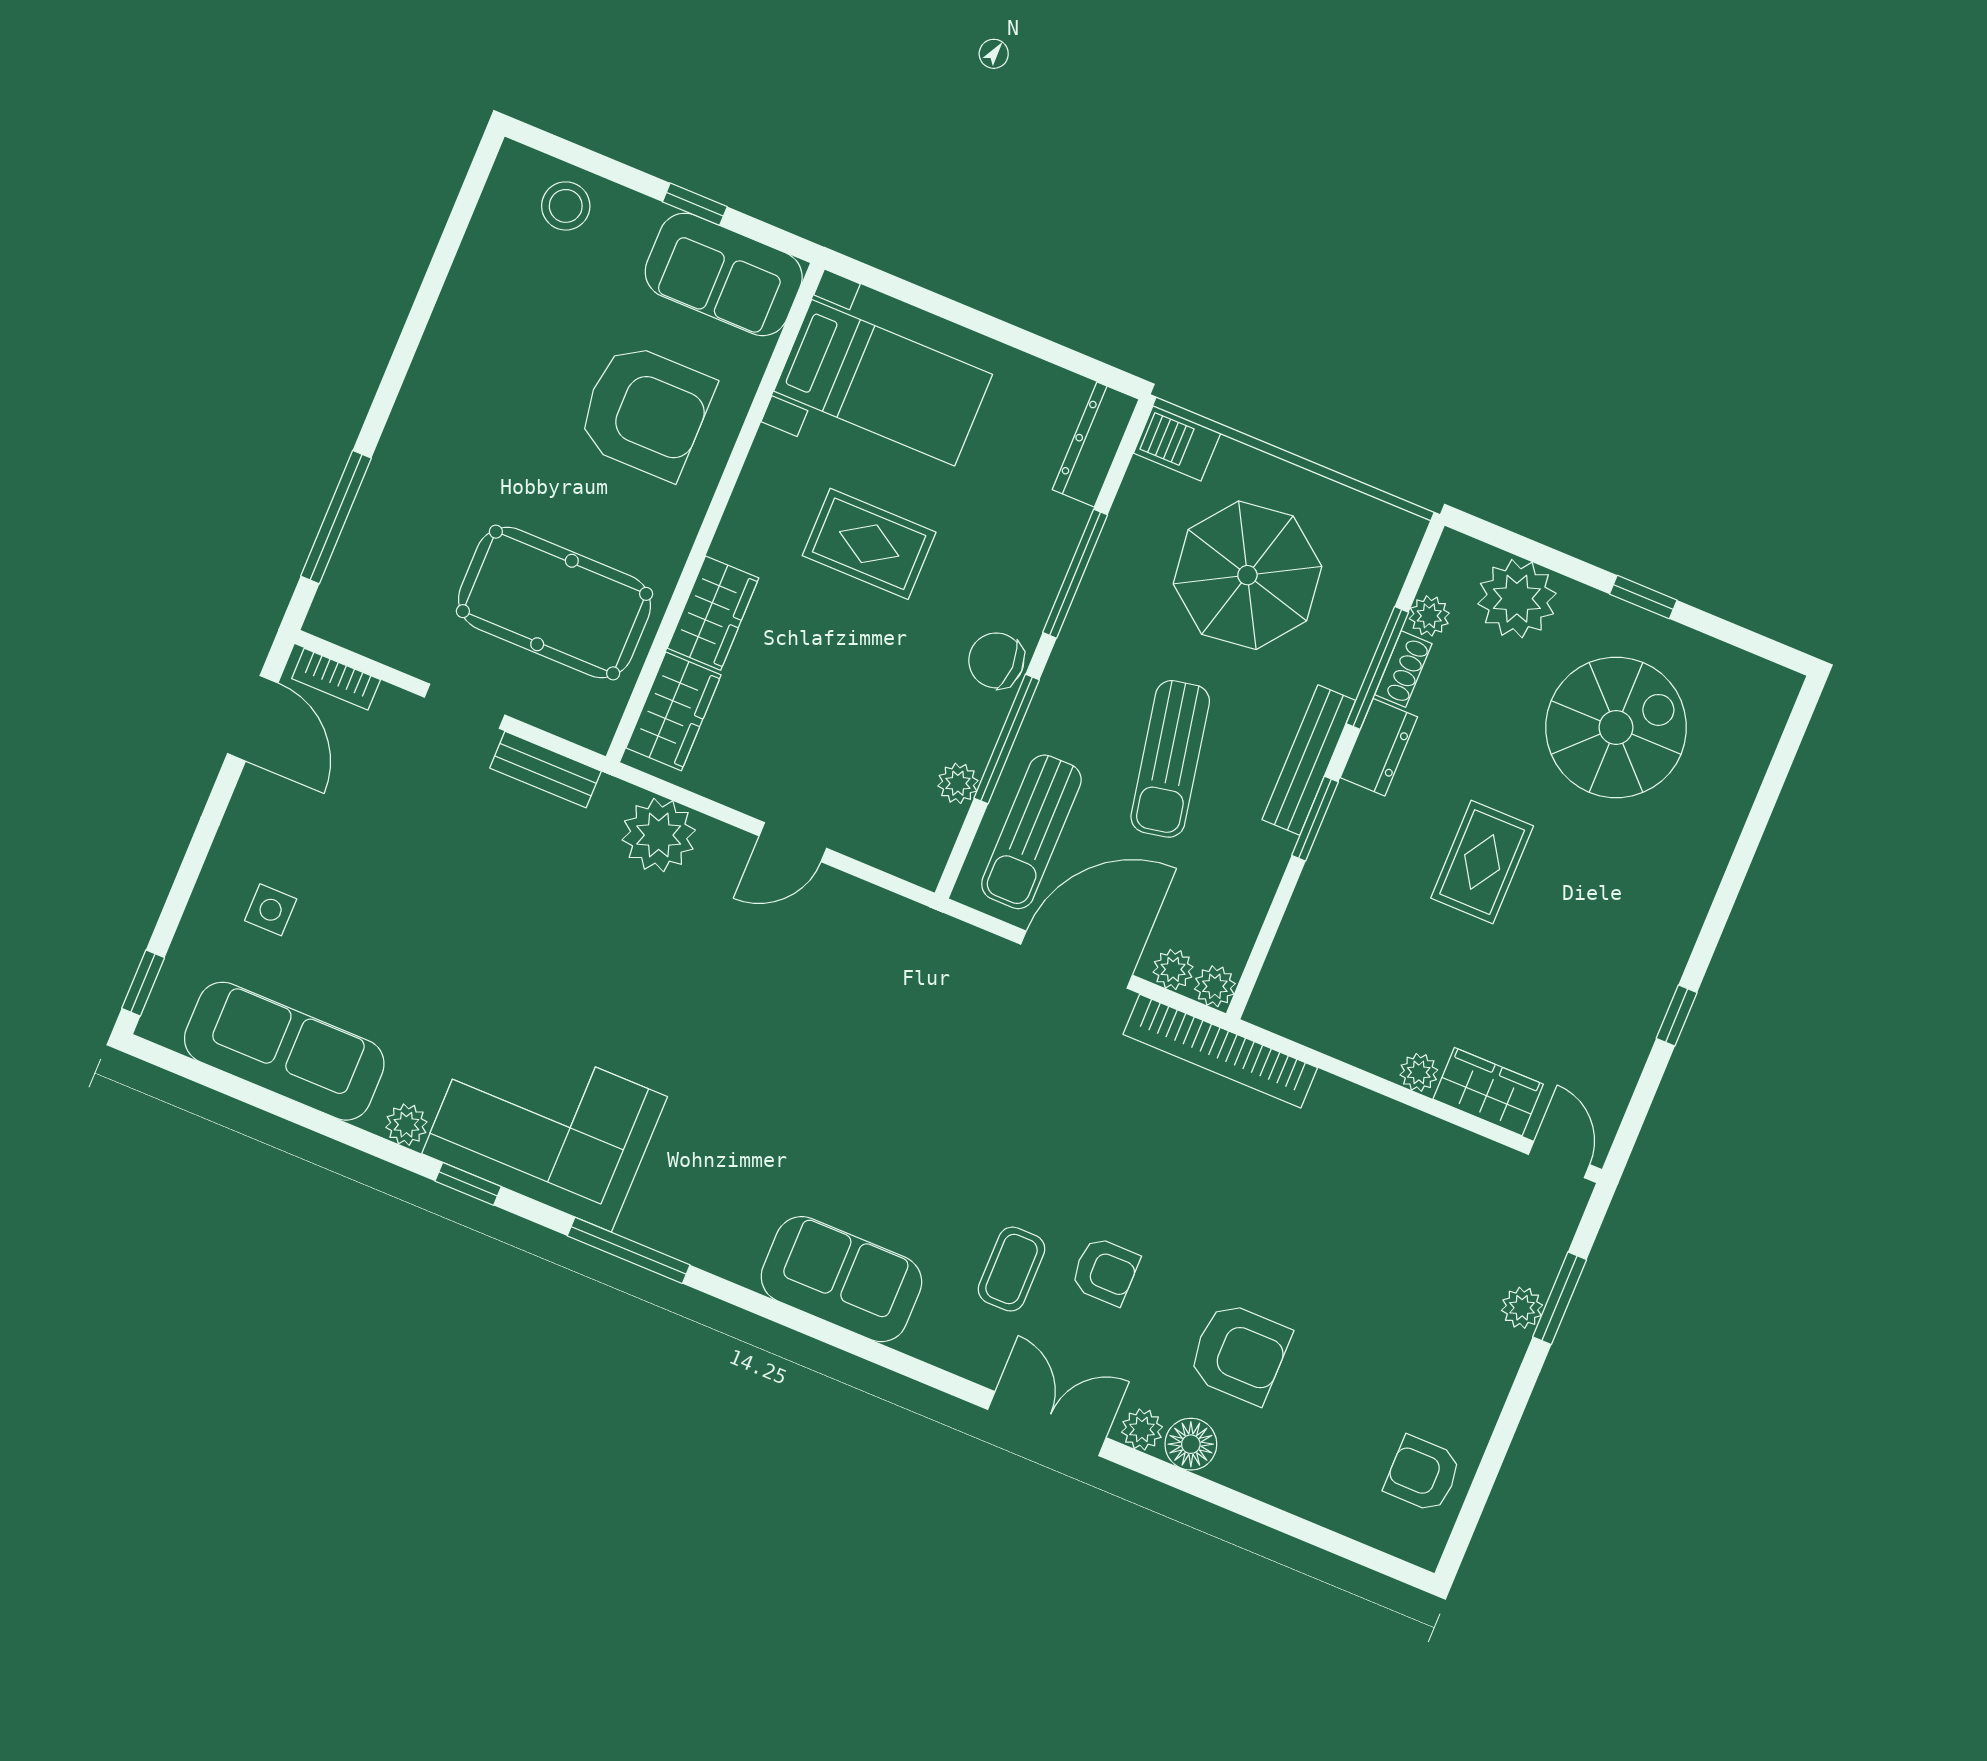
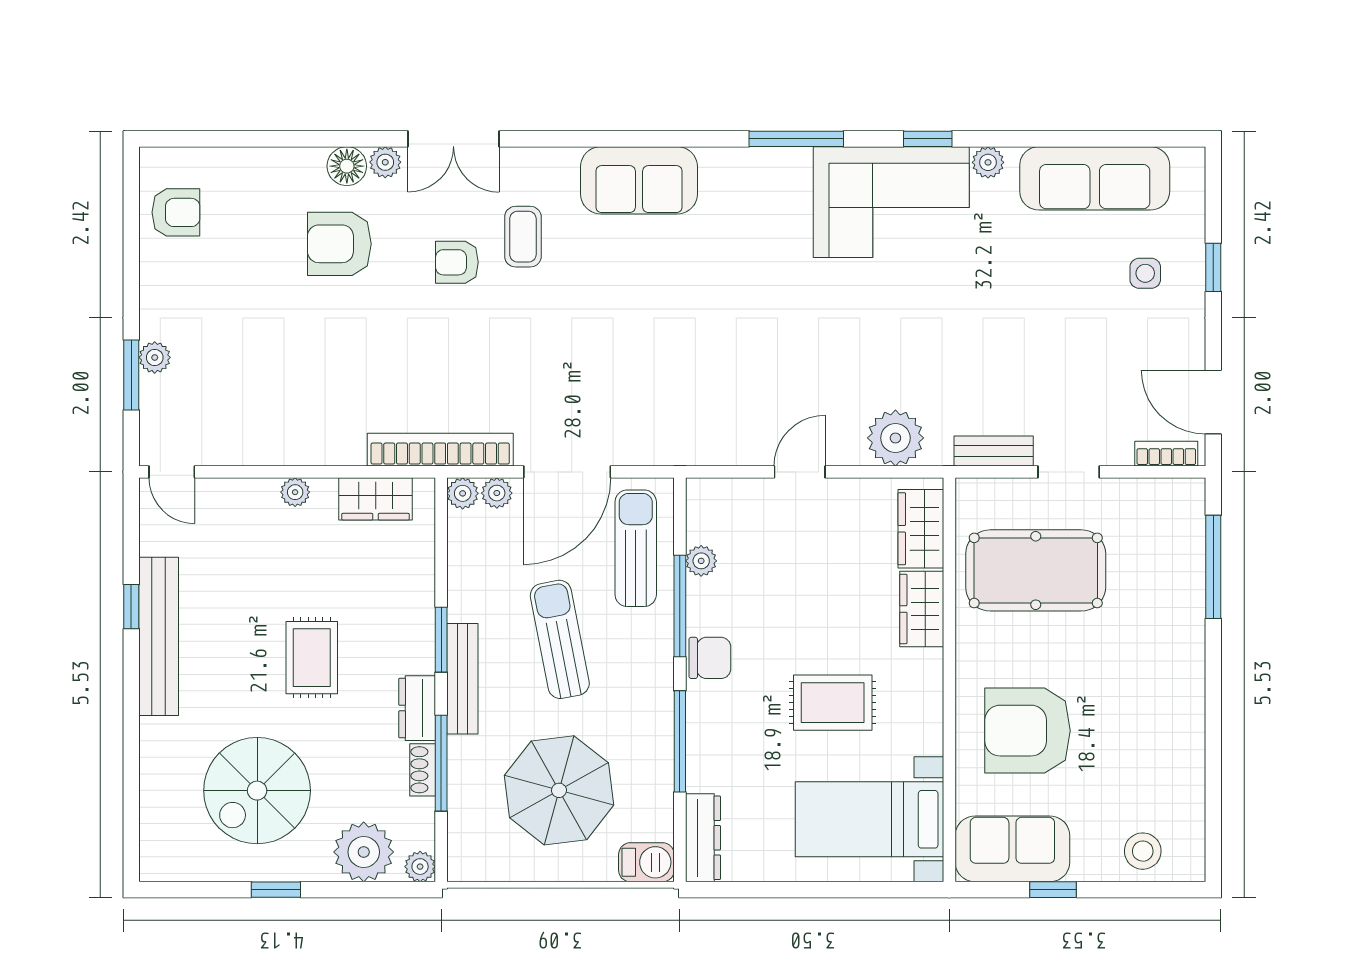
plant: (1429, 616) -> (420, 867), moved
bench: (1658, 965) -> (159, 636), added
window: (143, 983) -> (1213, 267), moved
wardrobe: (1488, 1092) -> (376, 499), moved

